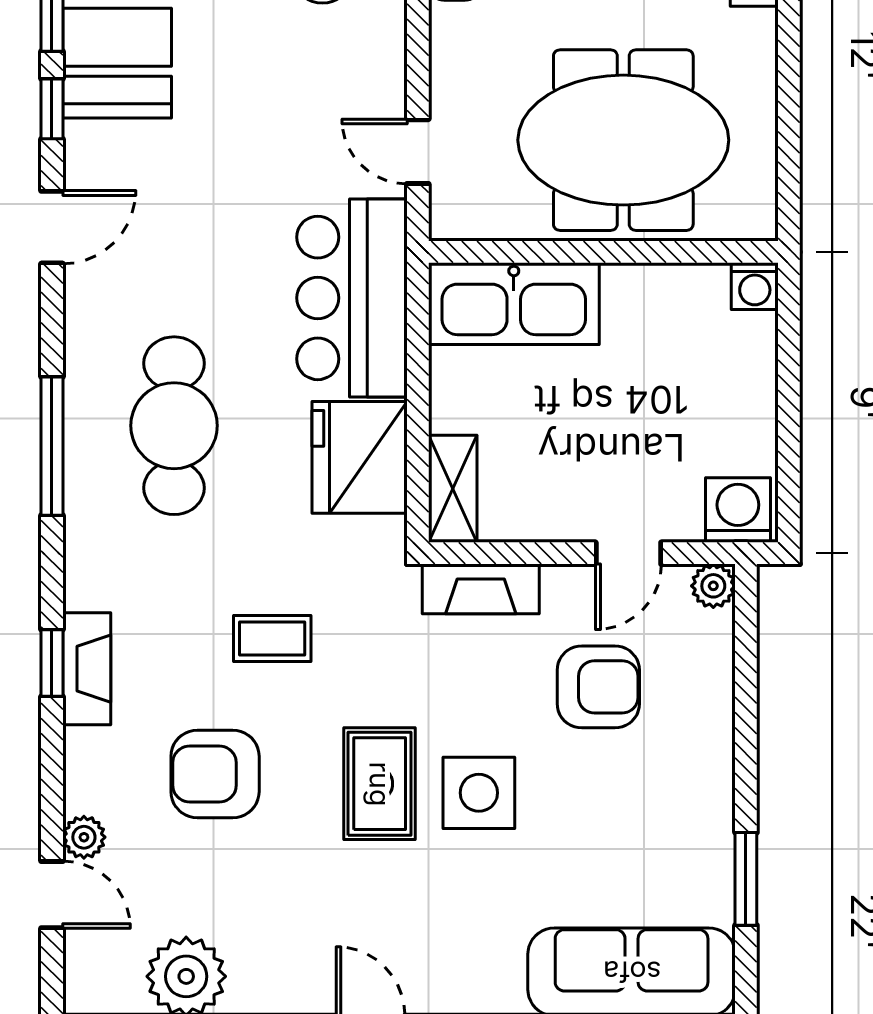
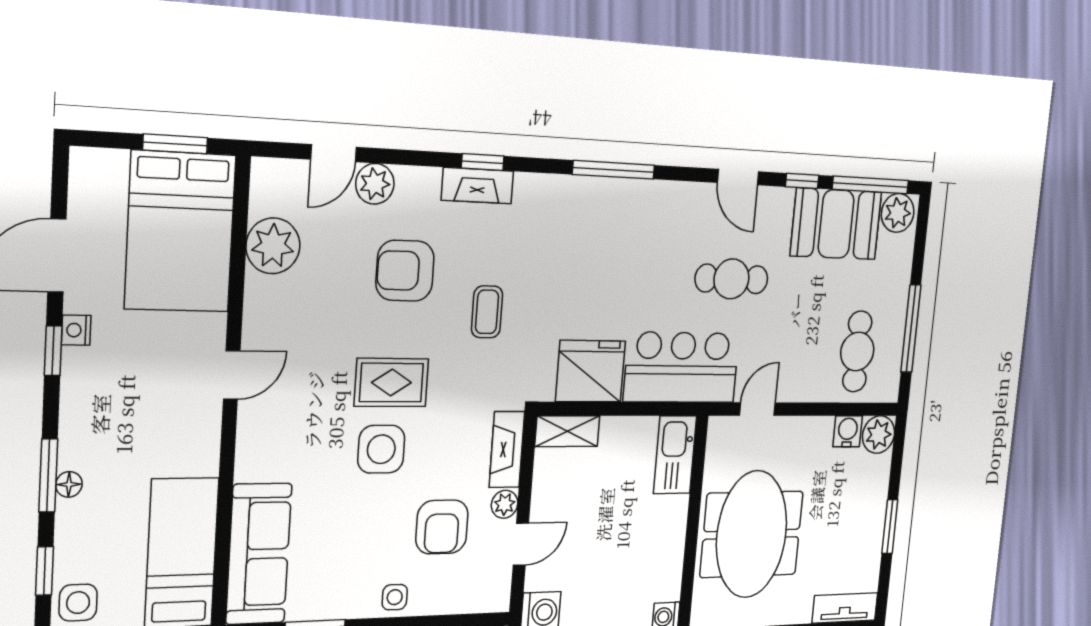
kitchen sink: (514, 304) -> (675, 455), width x0.73, depth x0.81
cafe table: (174, 426) -> (731, 279), moved, width x0.73, depth x0.74
door: (628, 553) -> (521, 544), swing flipped
plant: (713, 586) -> (505, 504), moved
side table: (704, 756) -> (395, 597), added
armchair: (215, 774) -> (405, 271), turned -90
plant: (84, 837) -> (375, 184), width x1.38, depth x1.38

